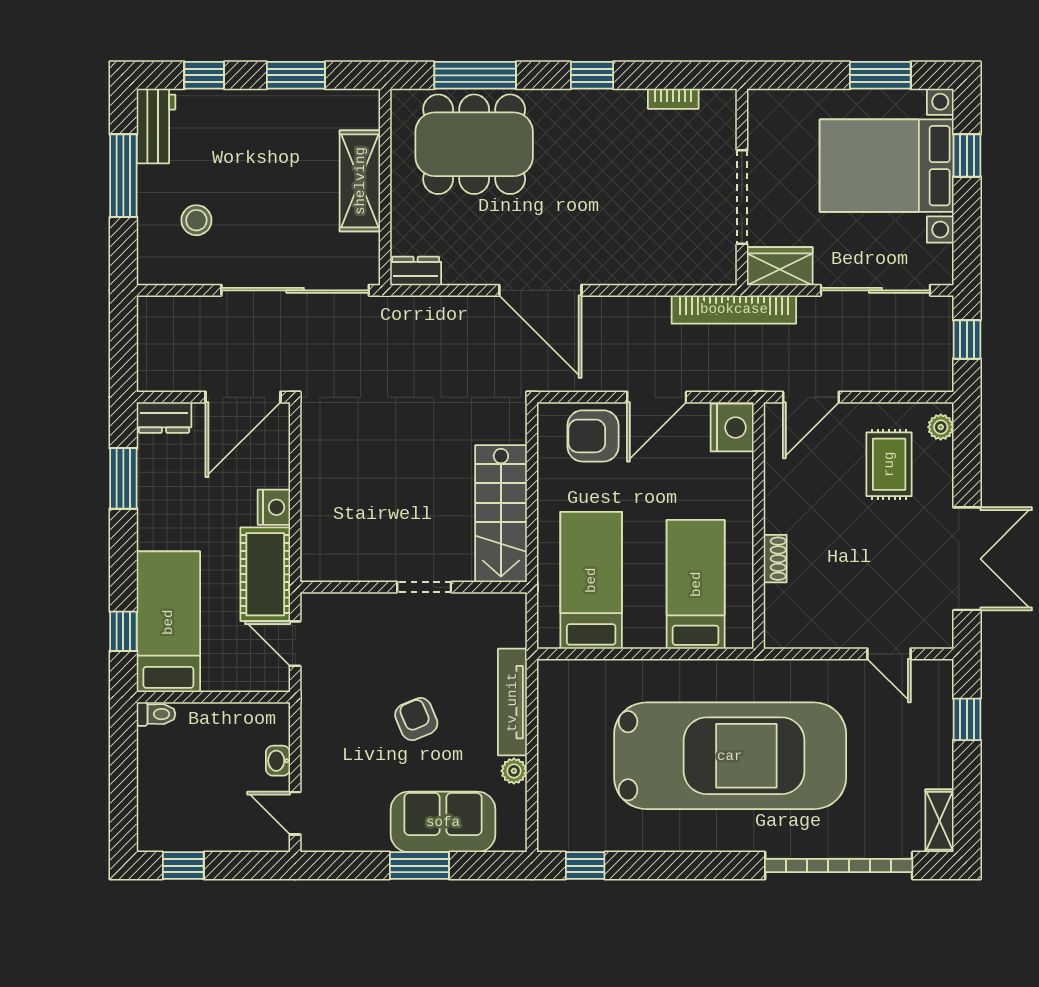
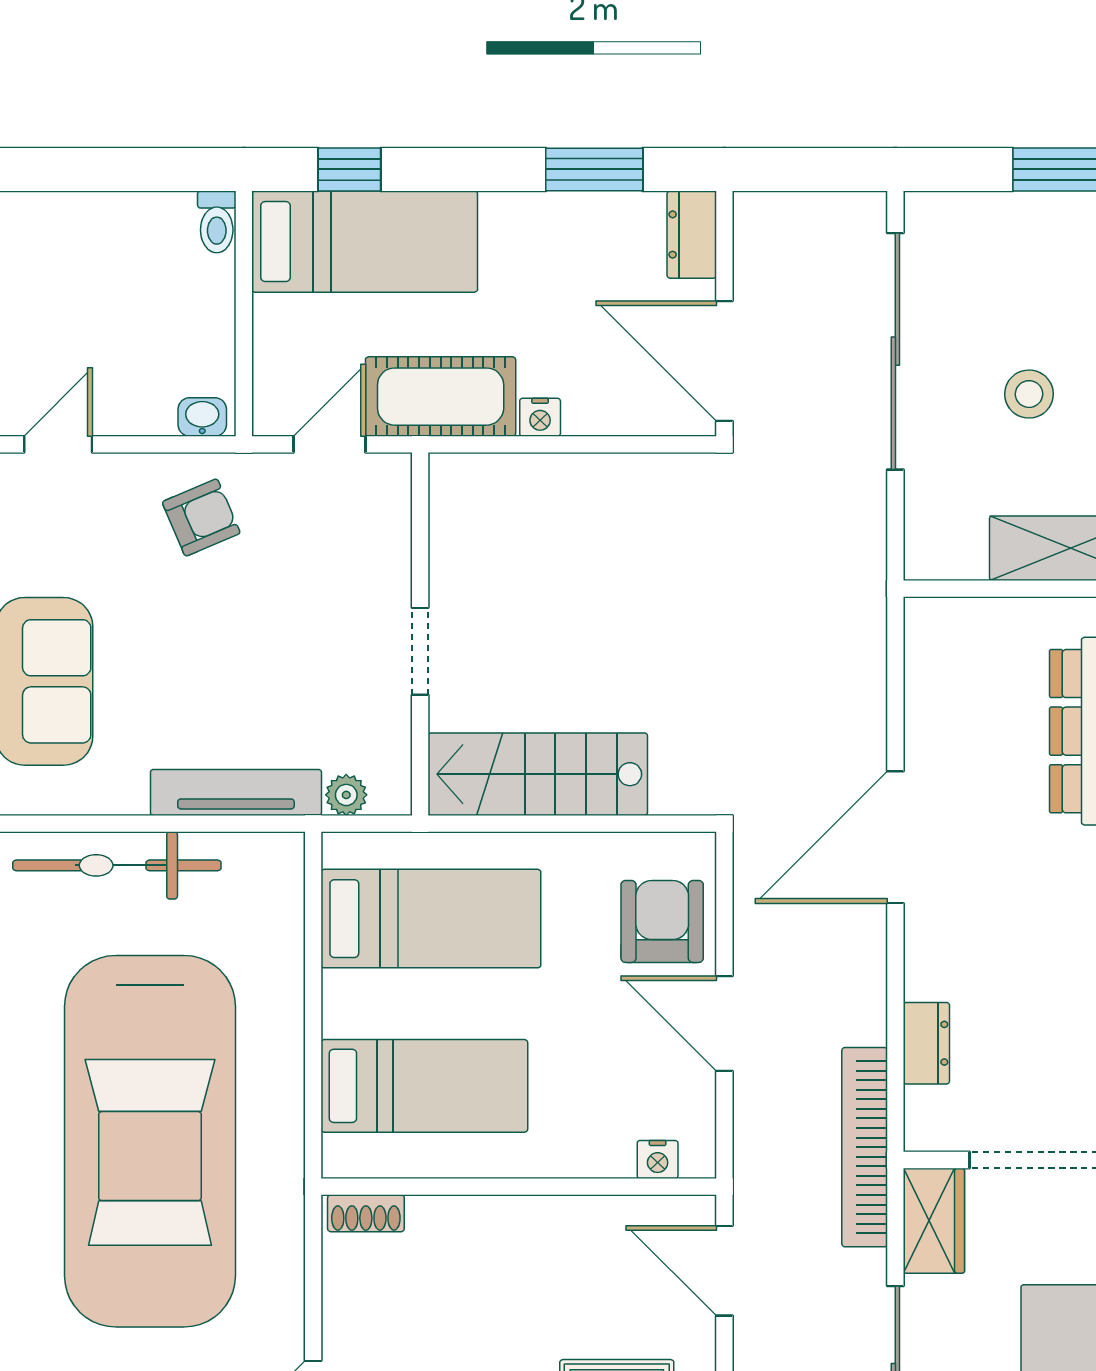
stool: (196, 220) -> (1029, 394), moved
dresser: (416, 271) -> (926, 1043), moved
sliding door: (295, 290) -> (895, 351), moved
nightstand: (732, 428) -> (658, 1160), width x0.53, depth x0.56
nightstand: (274, 507) -> (540, 417), width x0.72, depth x0.74
shoe rack: (775, 559) -> (366, 1213), moved
armchair: (416, 719) -> (201, 517), moved
washbasin: (278, 761) -> (202, 417), moved
plant: (514, 771) -> (346, 795), moved
bicycle: (558, 776) -> (117, 865), added

